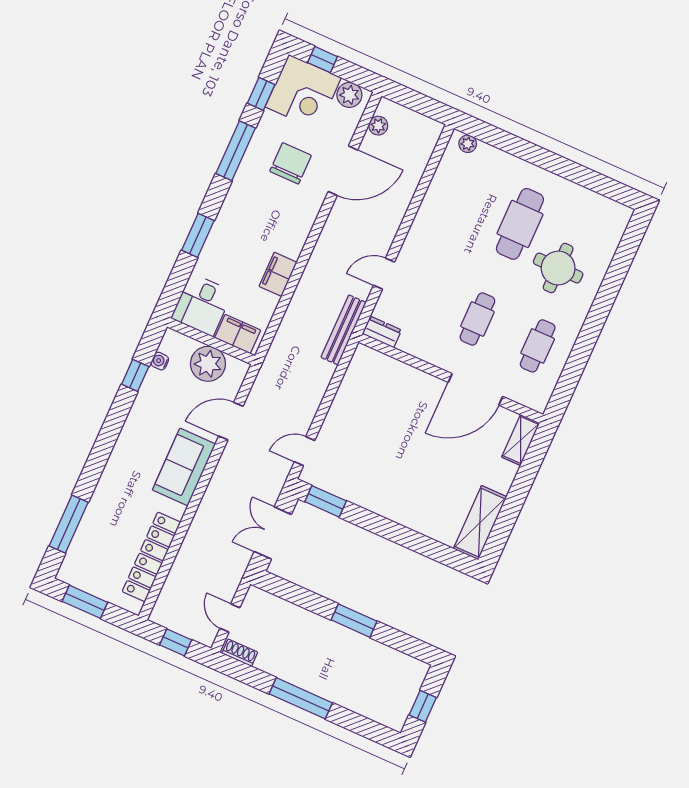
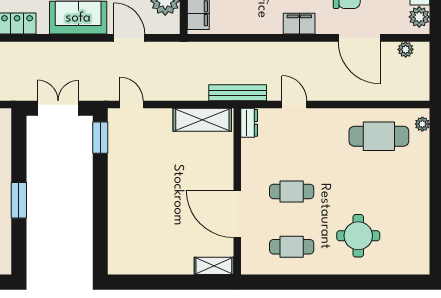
cafe table: (520, 224) -> (379, 136), moved
filing cabinet: (278, 274) -> (299, 24), moved
shelving: (480, 523) -> (202, 120), moved

